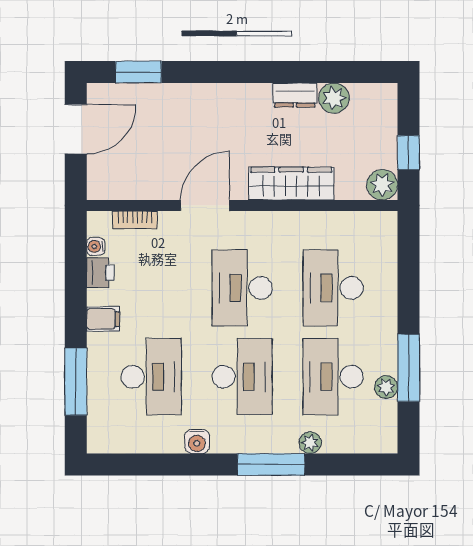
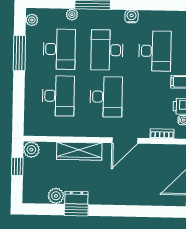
window: (138, 72) -> (76, 210), moved
desk: (151, 377) -> (155, 51), turned 180
plant: (386, 387) -> (32, 20), moved

